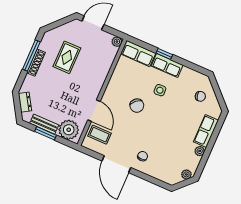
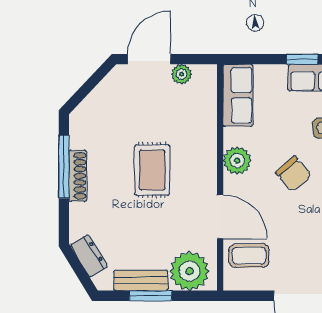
plant: (117, 42) -> (182, 74), moved
row of seats: (138, 54) -> (238, 95), moved, turned -90
rug: (67, 57) -> (152, 170), moved
plant: (113, 88) -> (237, 161), added

